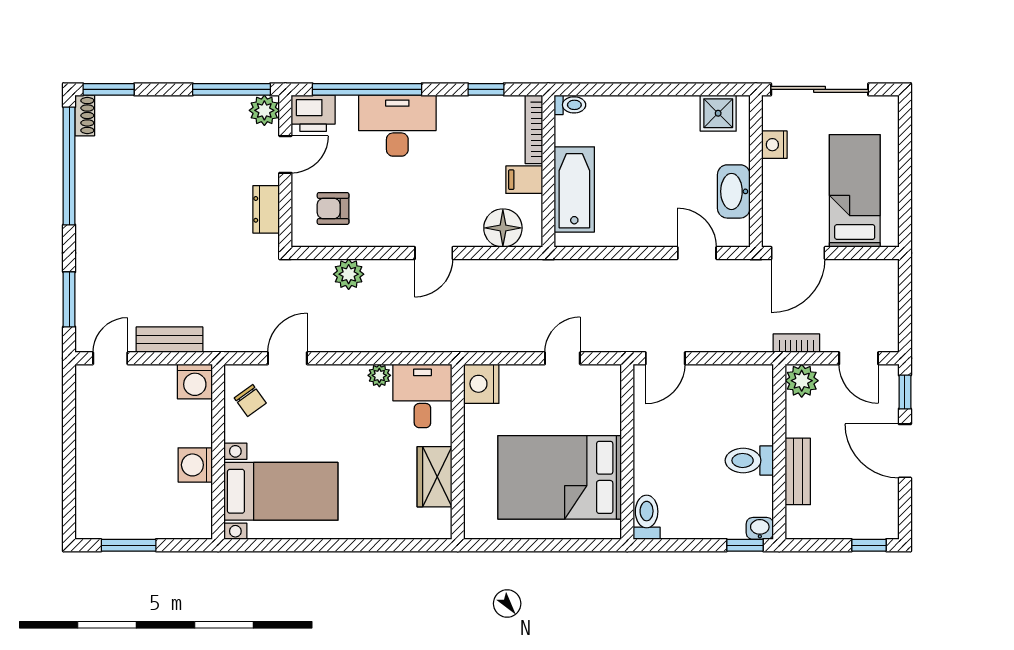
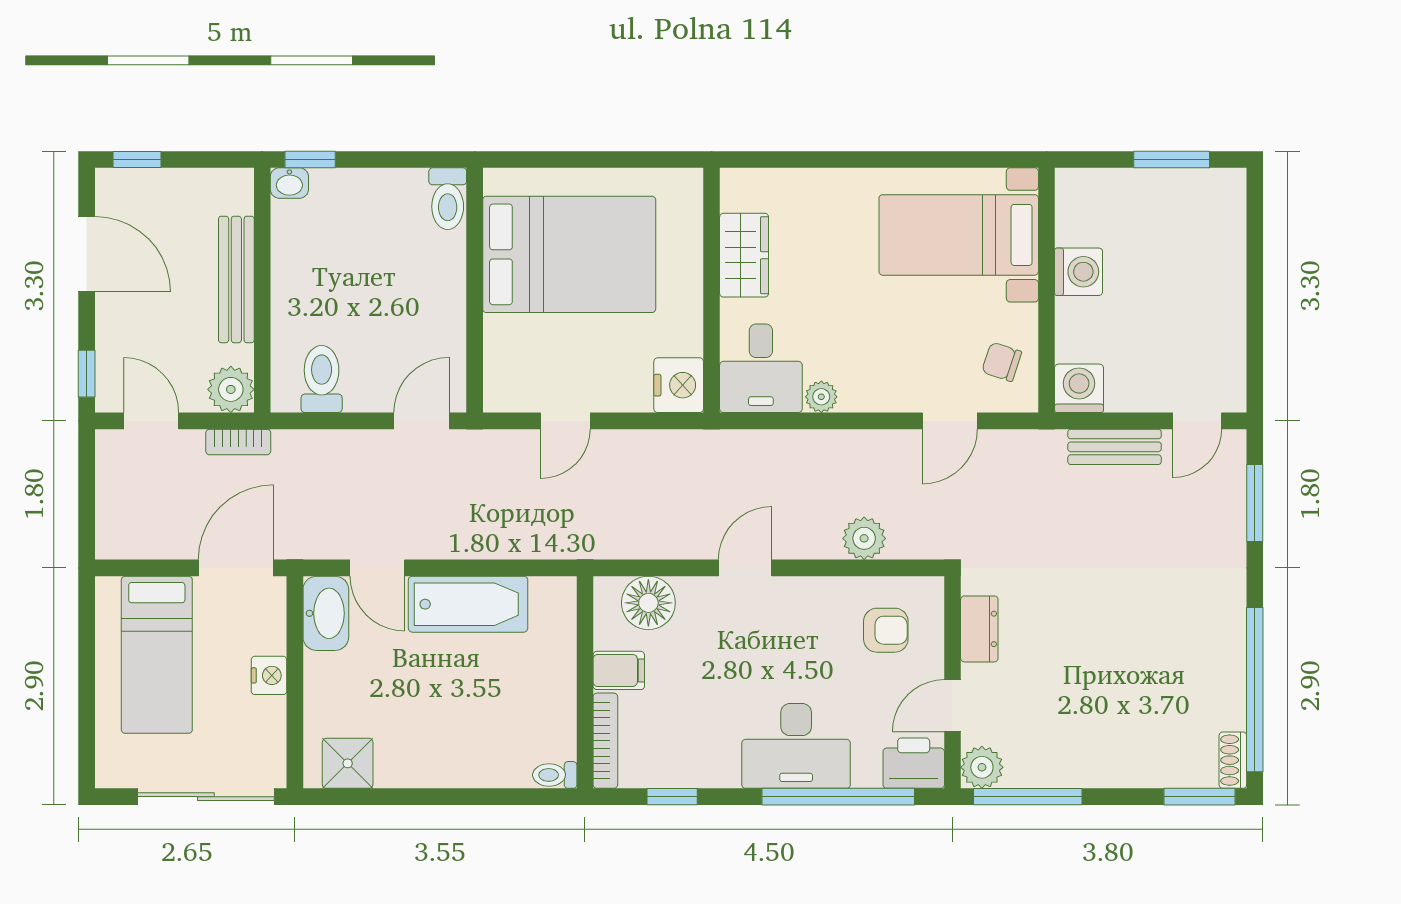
nightstand: (774, 145) -> (269, 675), moved
bathtub: (574, 189) -> (468, 604), moved, turned -90
washbasin: (734, 191) -> (326, 613), moved
chair: (250, 400) -> (1002, 362), turned -36
door: (905, 451) -> (87, 254), moved
toilet: (749, 460) -> (322, 379), moved, turned -90
bench: (798, 471) -> (236, 279), width x1.36

